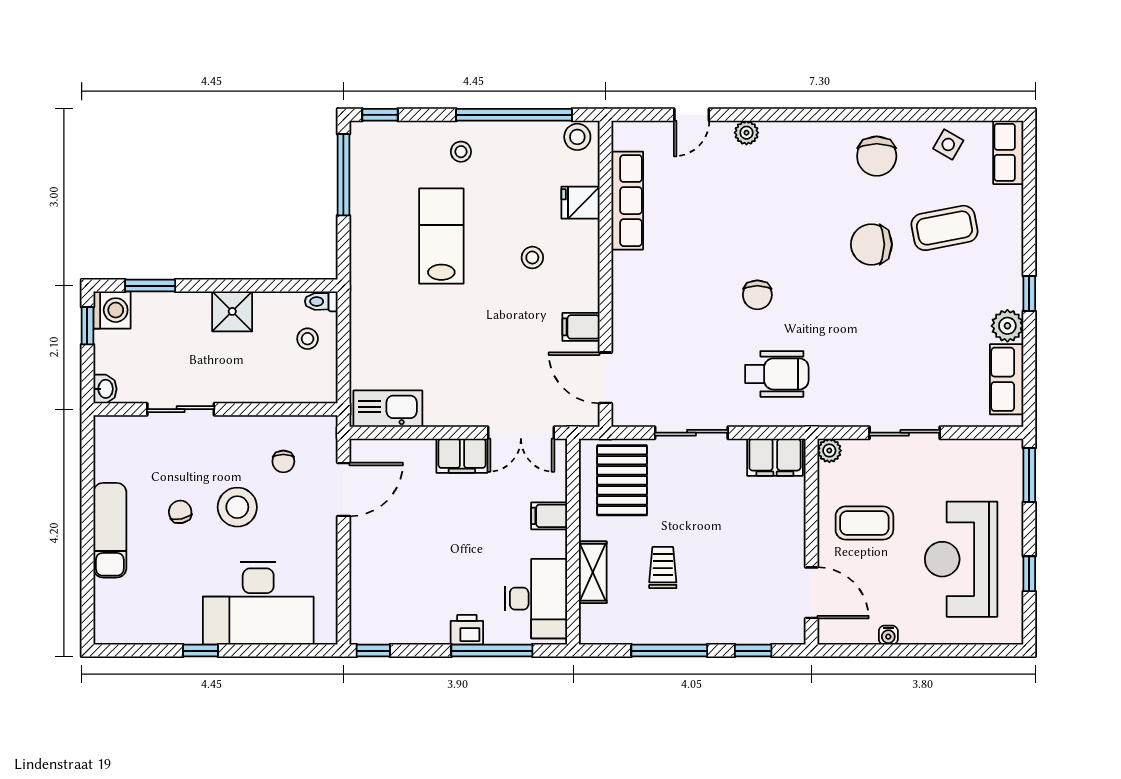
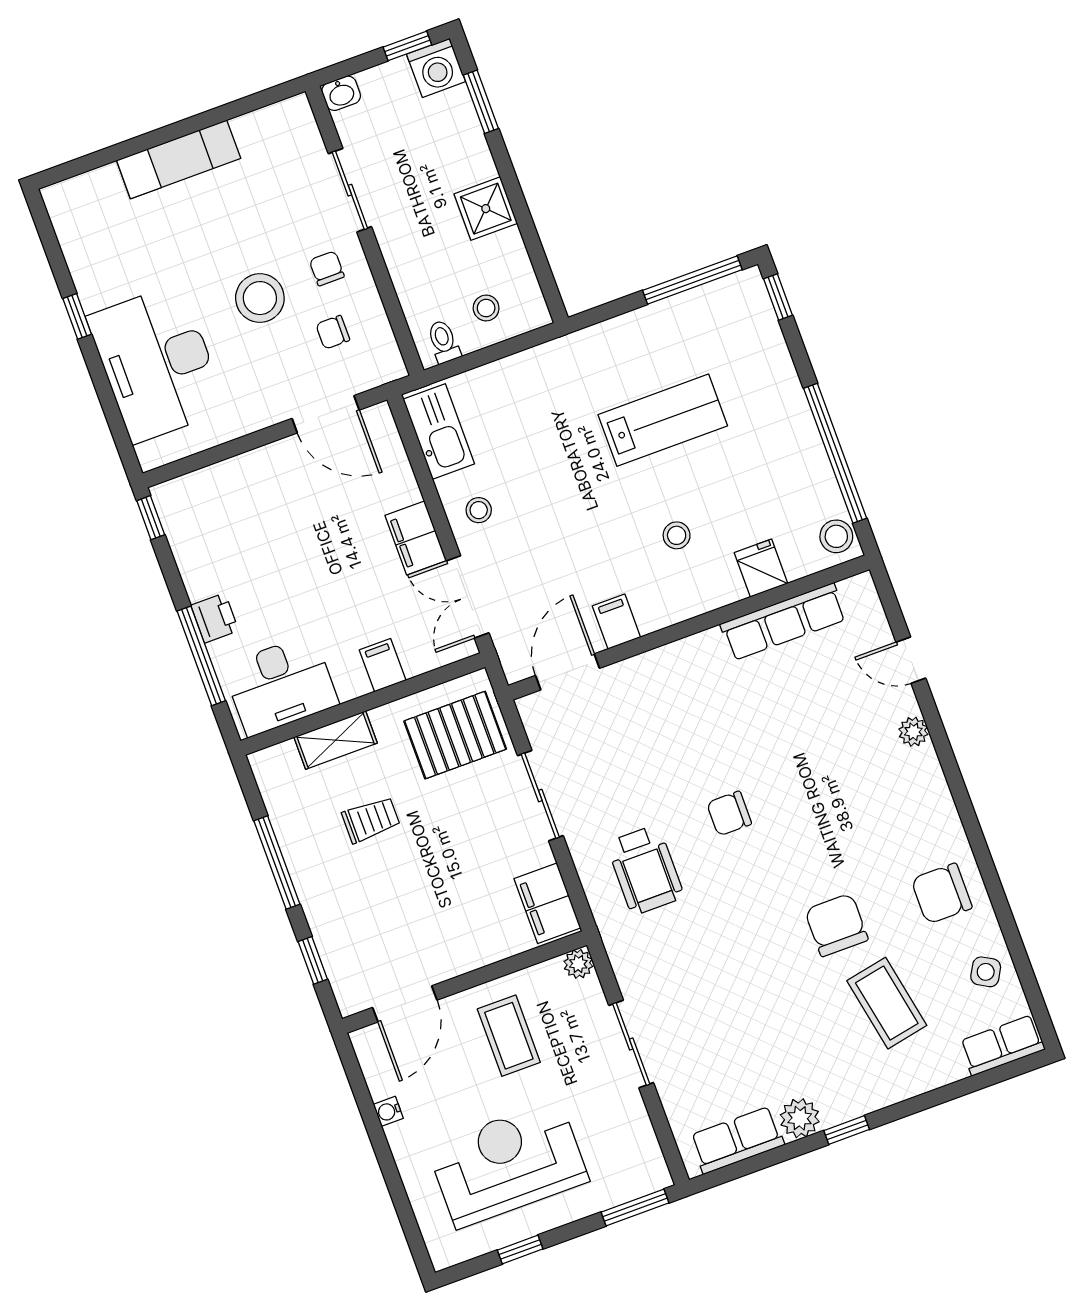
stool: (461, 152) -> (479, 510), moved
toilet: (321, 301) -> (444, 342), moved
chair: (180, 512) -> (327, 268), moved, turned -78

